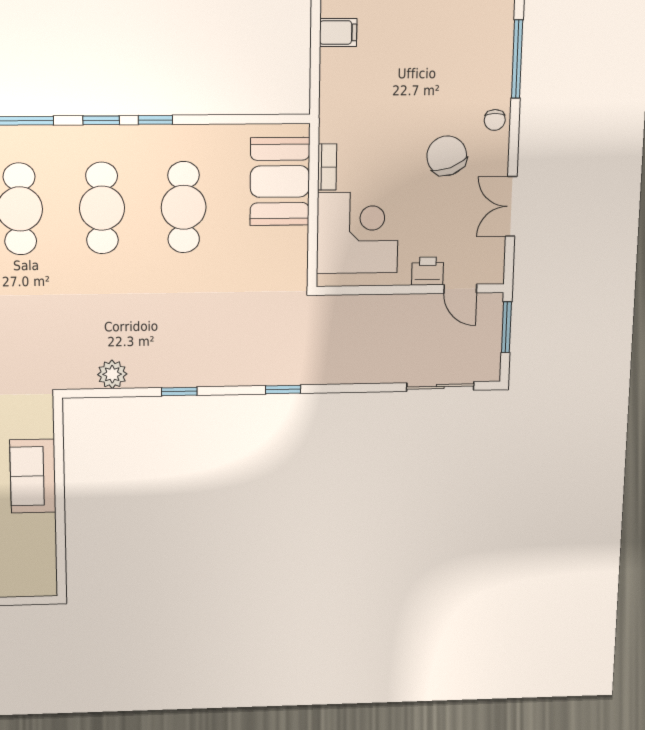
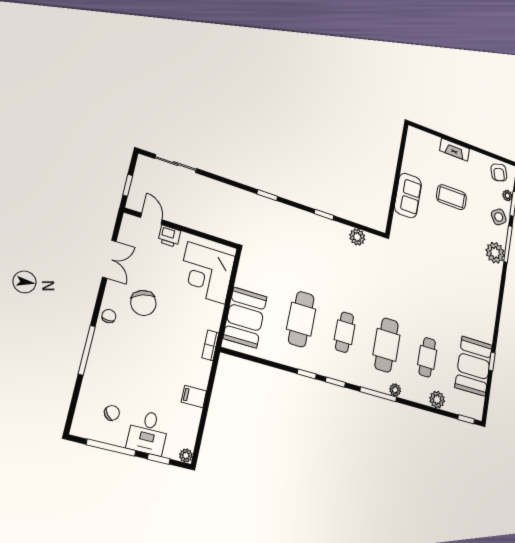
bookcase: (327, 167) -> (210, 345), moved
cafe table: (102, 208) -> (345, 332), width x0.73, depth x0.74
window: (506, 327) -> (128, 185), width x0.67

